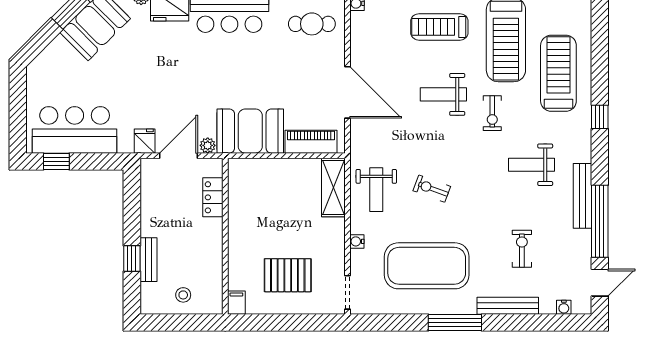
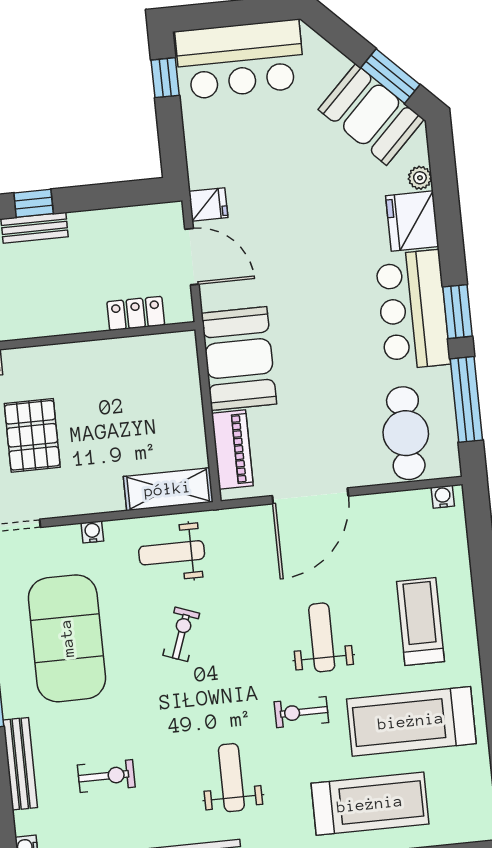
cafe table: (312, 24) -> (406, 433), width x1.37, depth x1.35
bar counter: (75, 130) -> (240, 59), moved, turned 90
plant: (208, 145) -> (211, 298), removed

